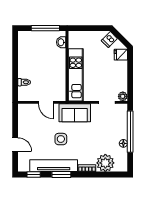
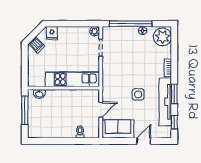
sofa: (75, 113) -> (118, 129), moved, turned -90
plant: (105, 163) -> (162, 37), moved

